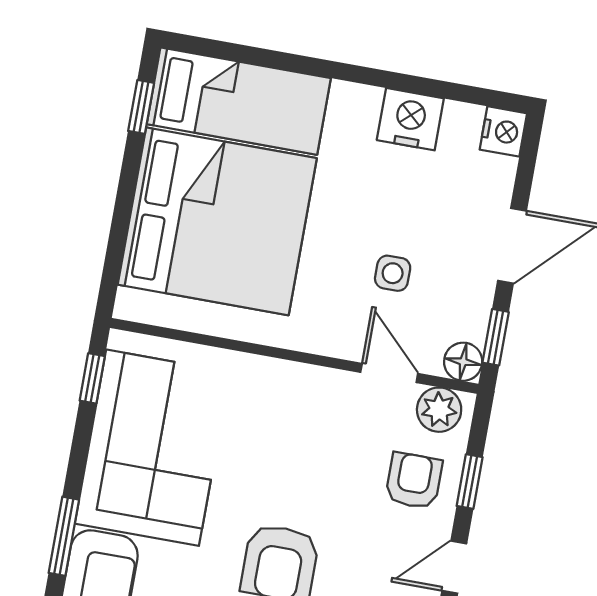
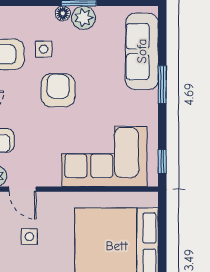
corner sofa: (153, 448) -> (104, 156), moved, turned 90

